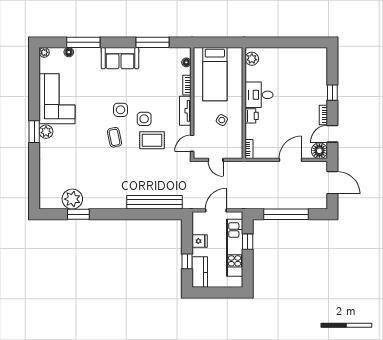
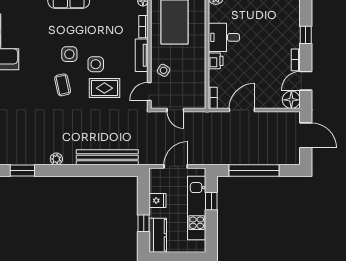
side table: (222, 120) -> (164, 70), moved
door: (290, 160) -> (242, 110), moved
plant: (72, 199) -> (56, 159), moved, width x0.53, depth x0.53

